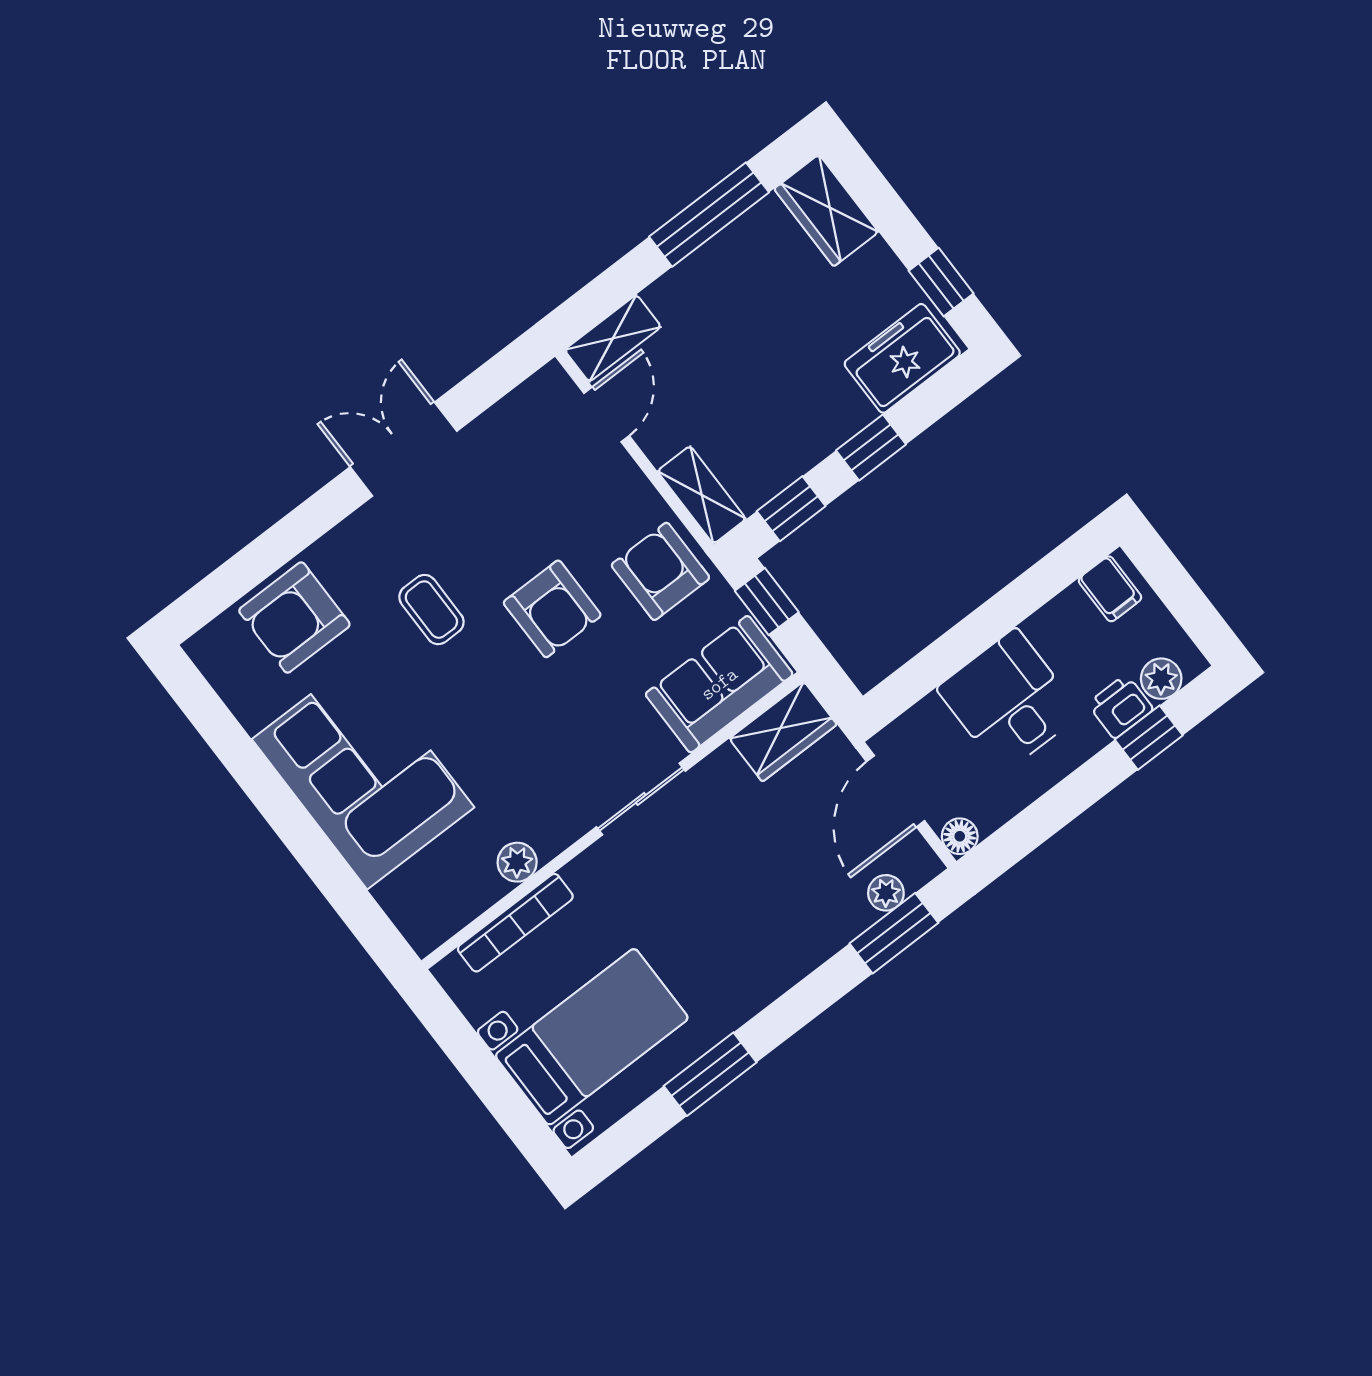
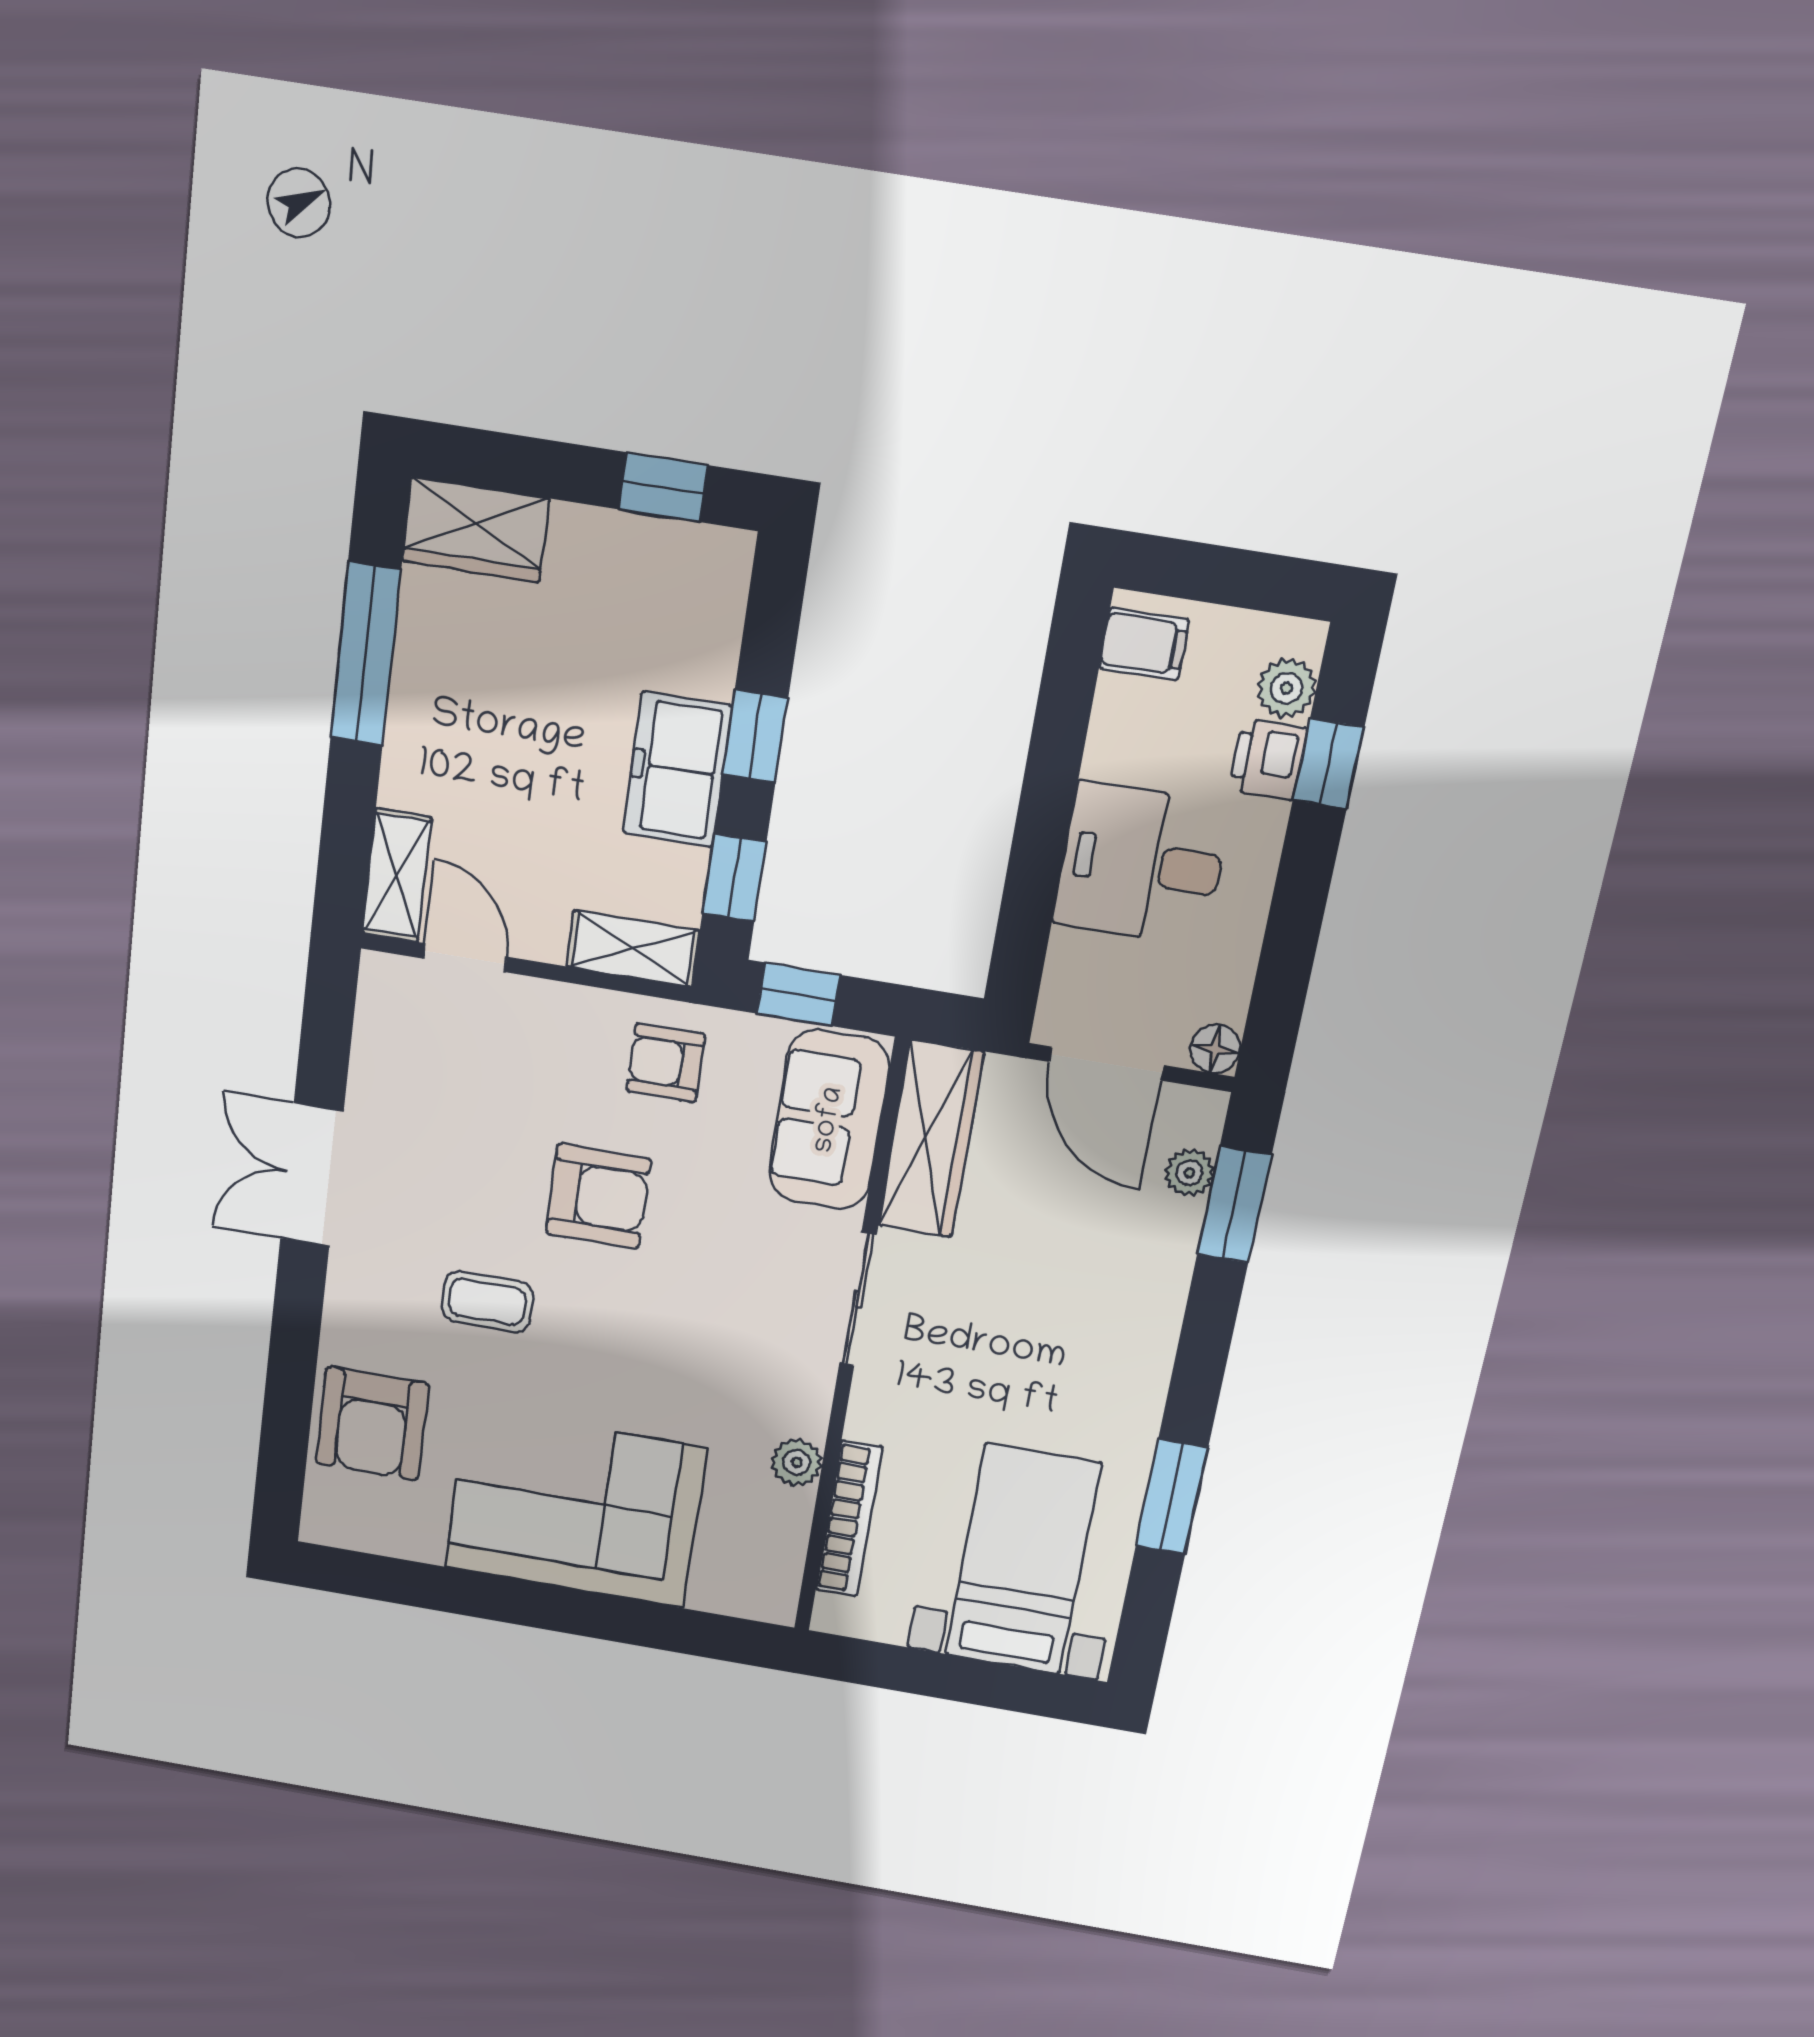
freezer: (902, 358) -> (677, 769), moved
armchair: (660, 571) -> (666, 1063), width x0.72, depth x0.72
wardrobe: (783, 732) -> (931, 1139), width x1.50

